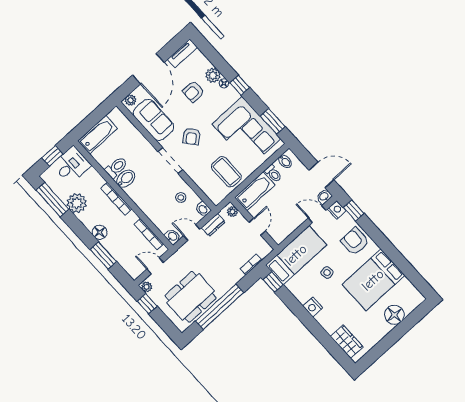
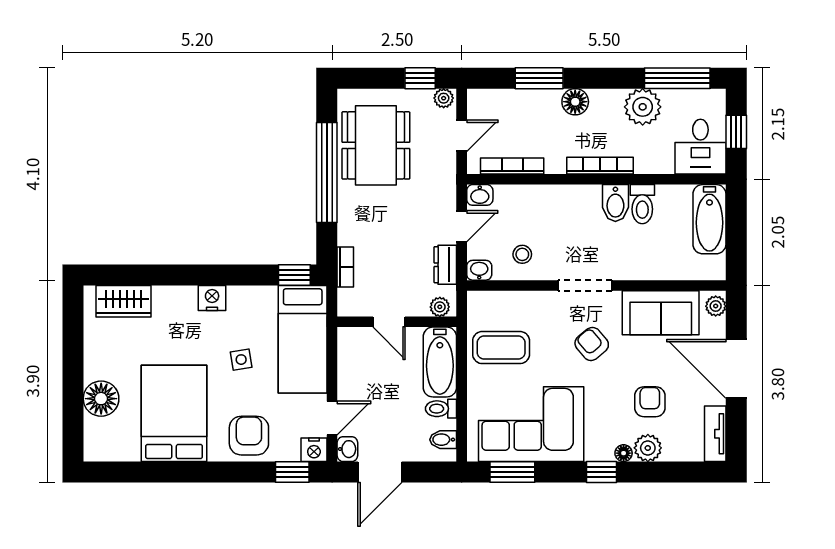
armchair: (355, 241) -> (249, 436), turned -90

